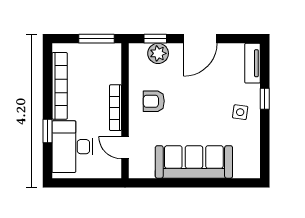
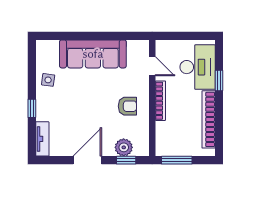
side table: (240, 112) -> (48, 80), moved

